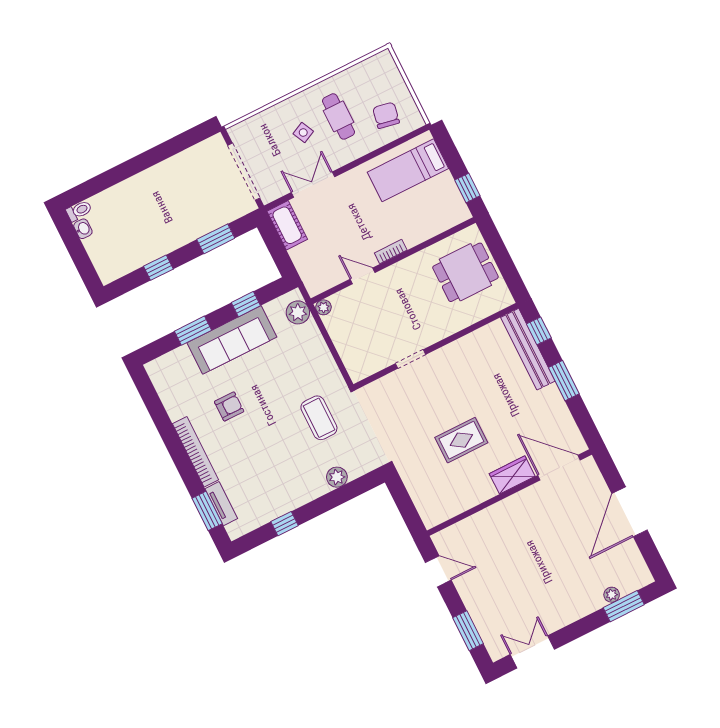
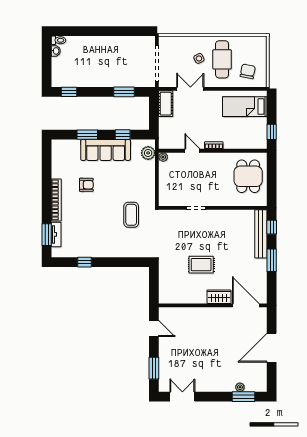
cafe table: (338, 116) -> (222, 59), width x1.37, depth x1.35
window: (158, 268) -> (69, 92), moved
dining table: (465, 272) -> (248, 176), turned 90
plant: (337, 477) -> (125, 251), removed

